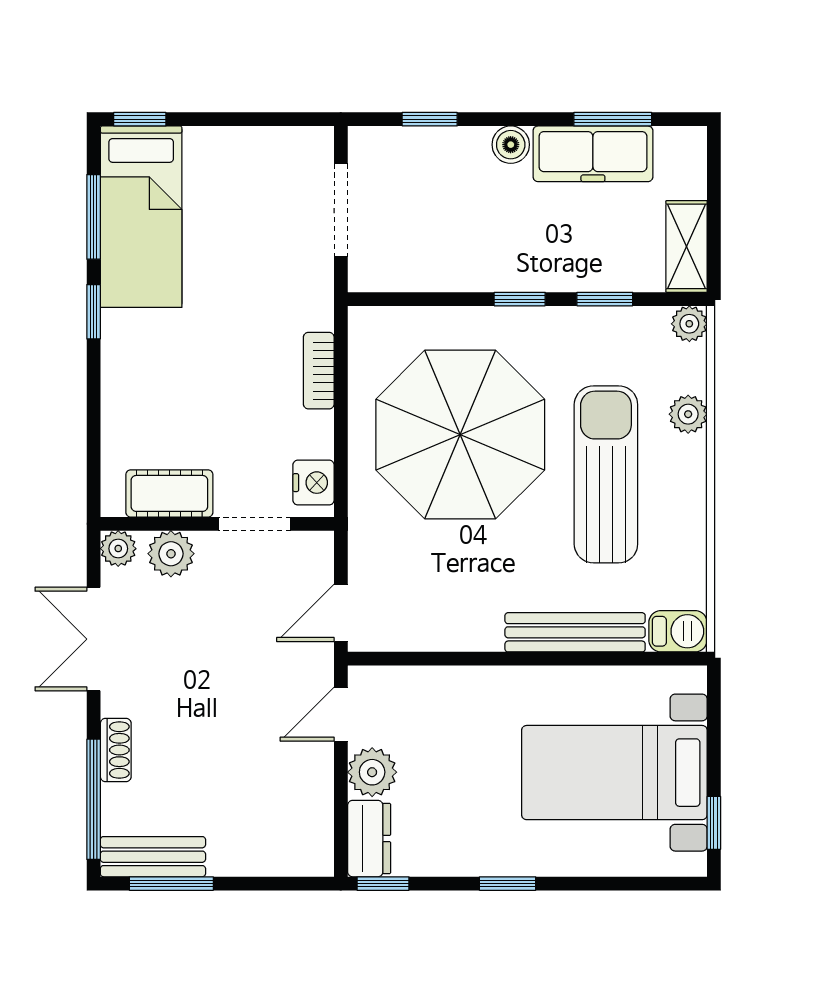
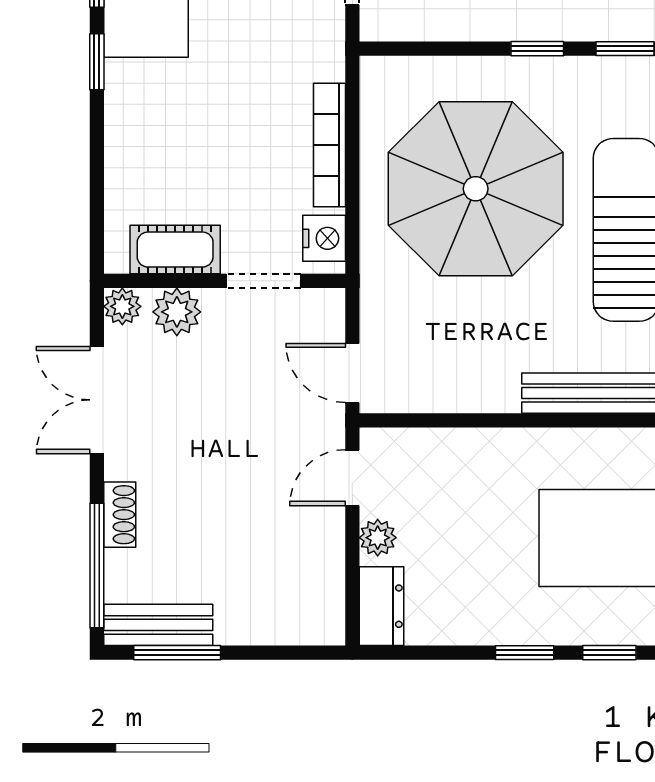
bookcase: (319, 371) -> (329, 145), width x1.56
door: (341, 613) -> (352, 373), hinge flipped
plant: (372, 772) -> (378, 538), width x0.73, depth x0.73
window: (383, 884) -> (609, 653), moved

